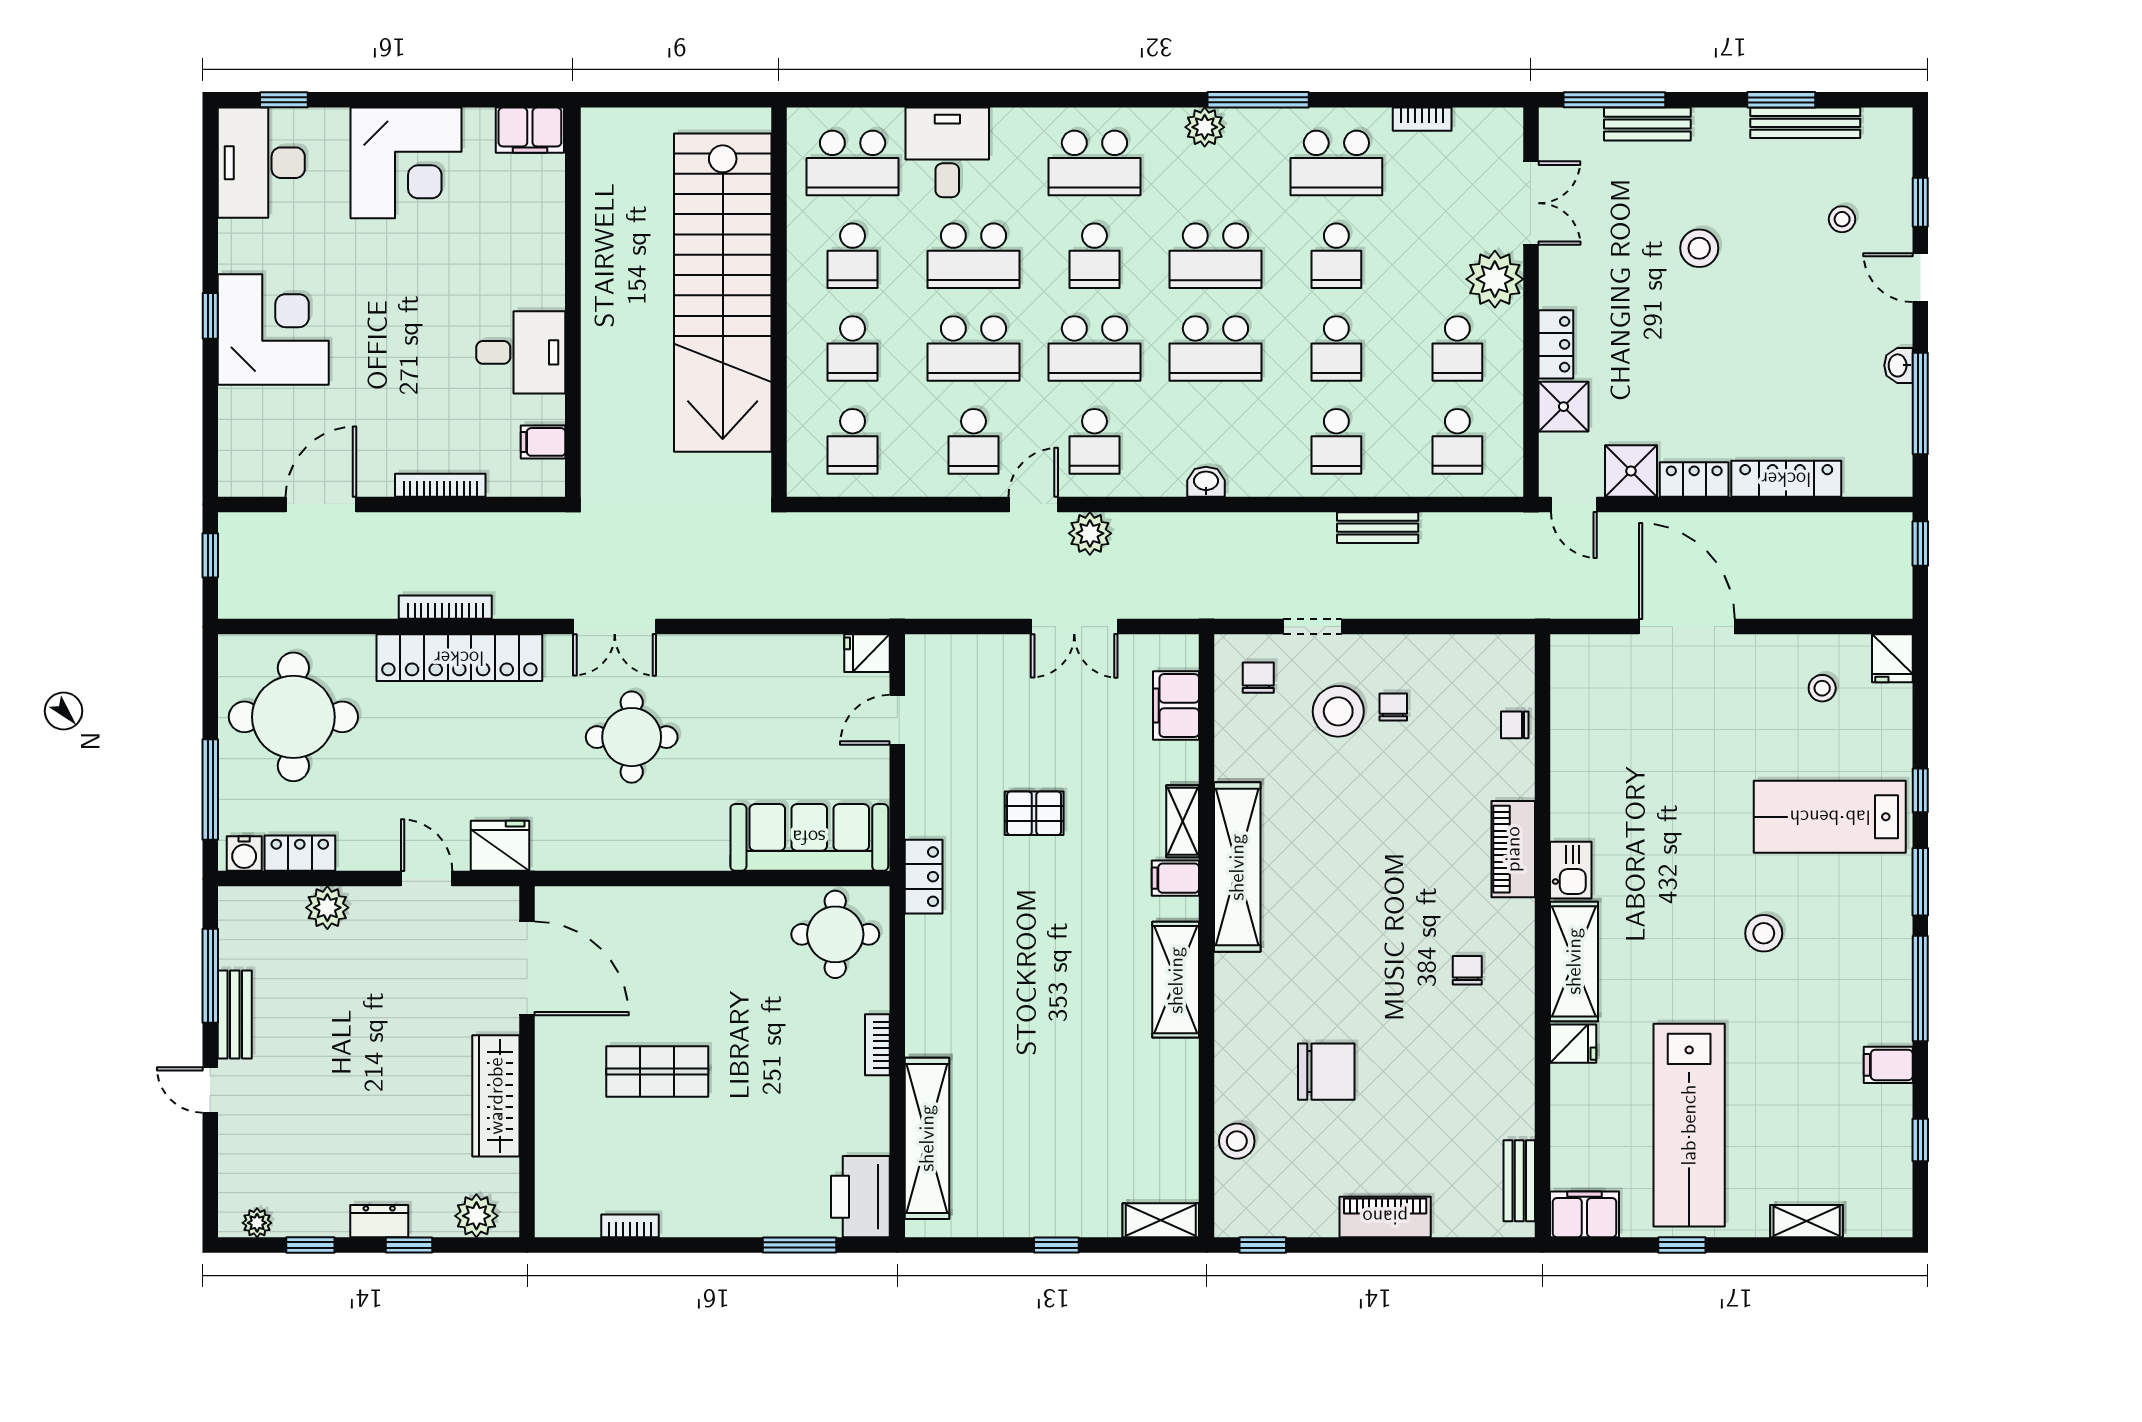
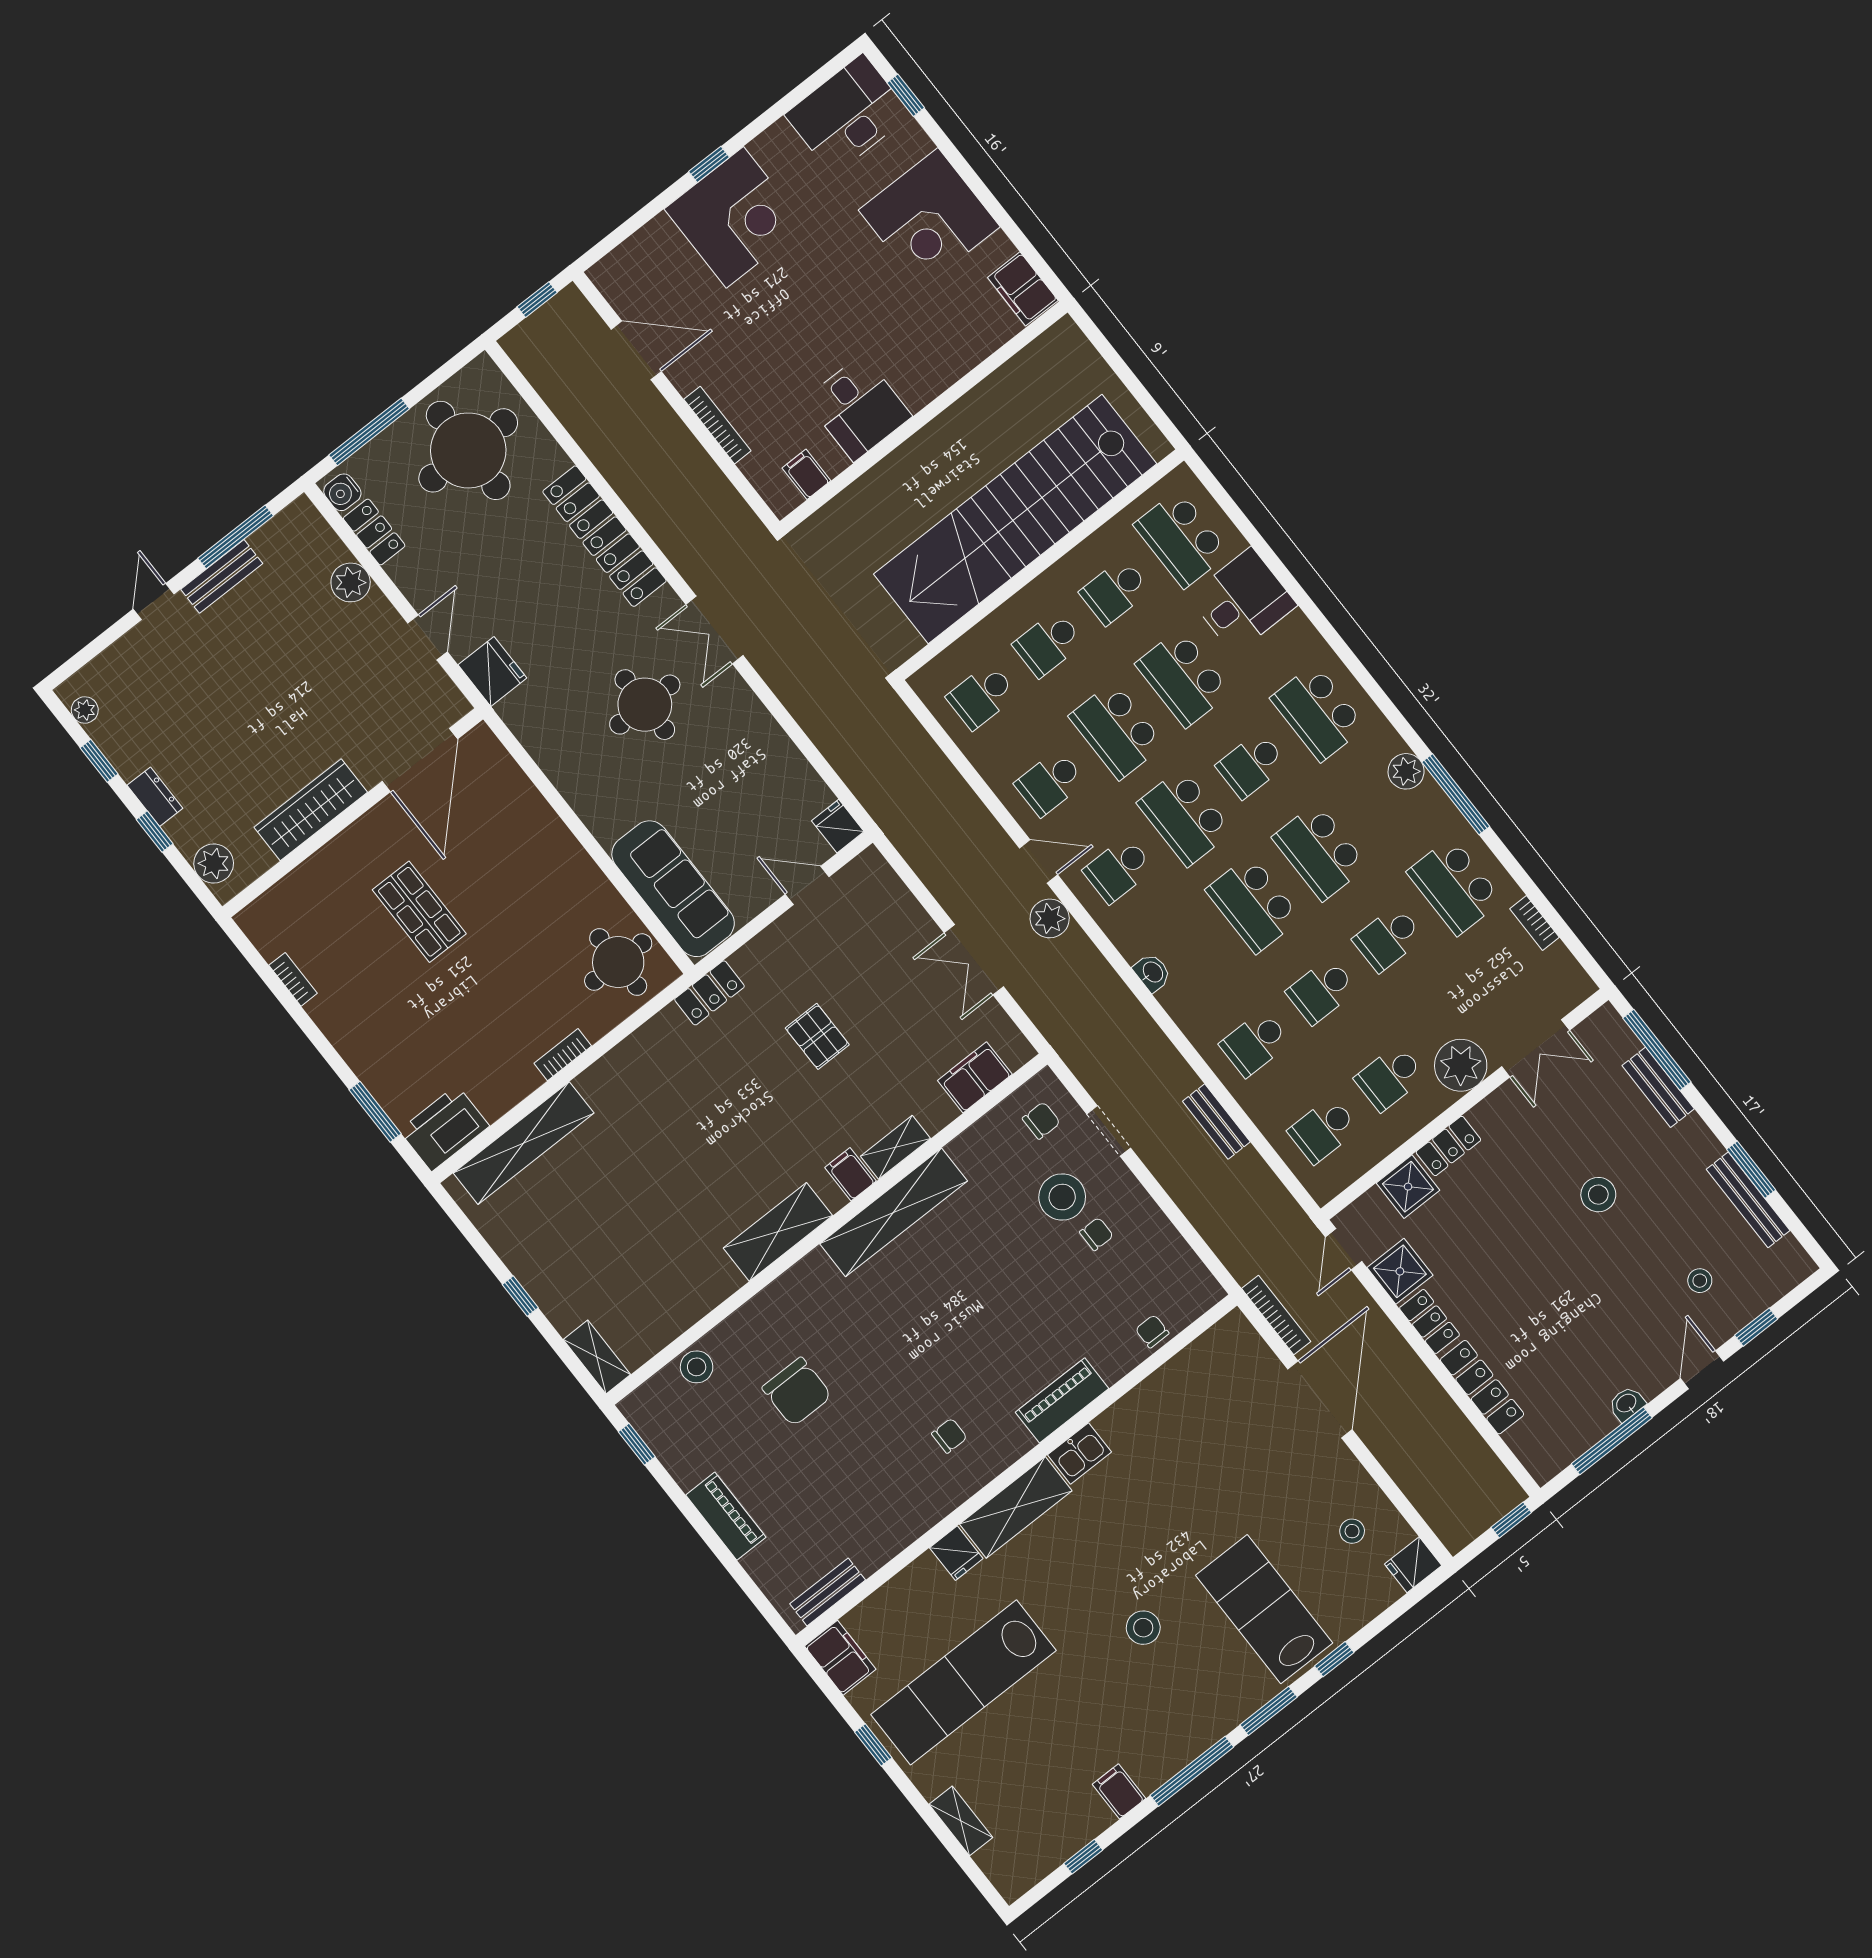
bookcase: (445, 607) -> (1276, 1315), moved

